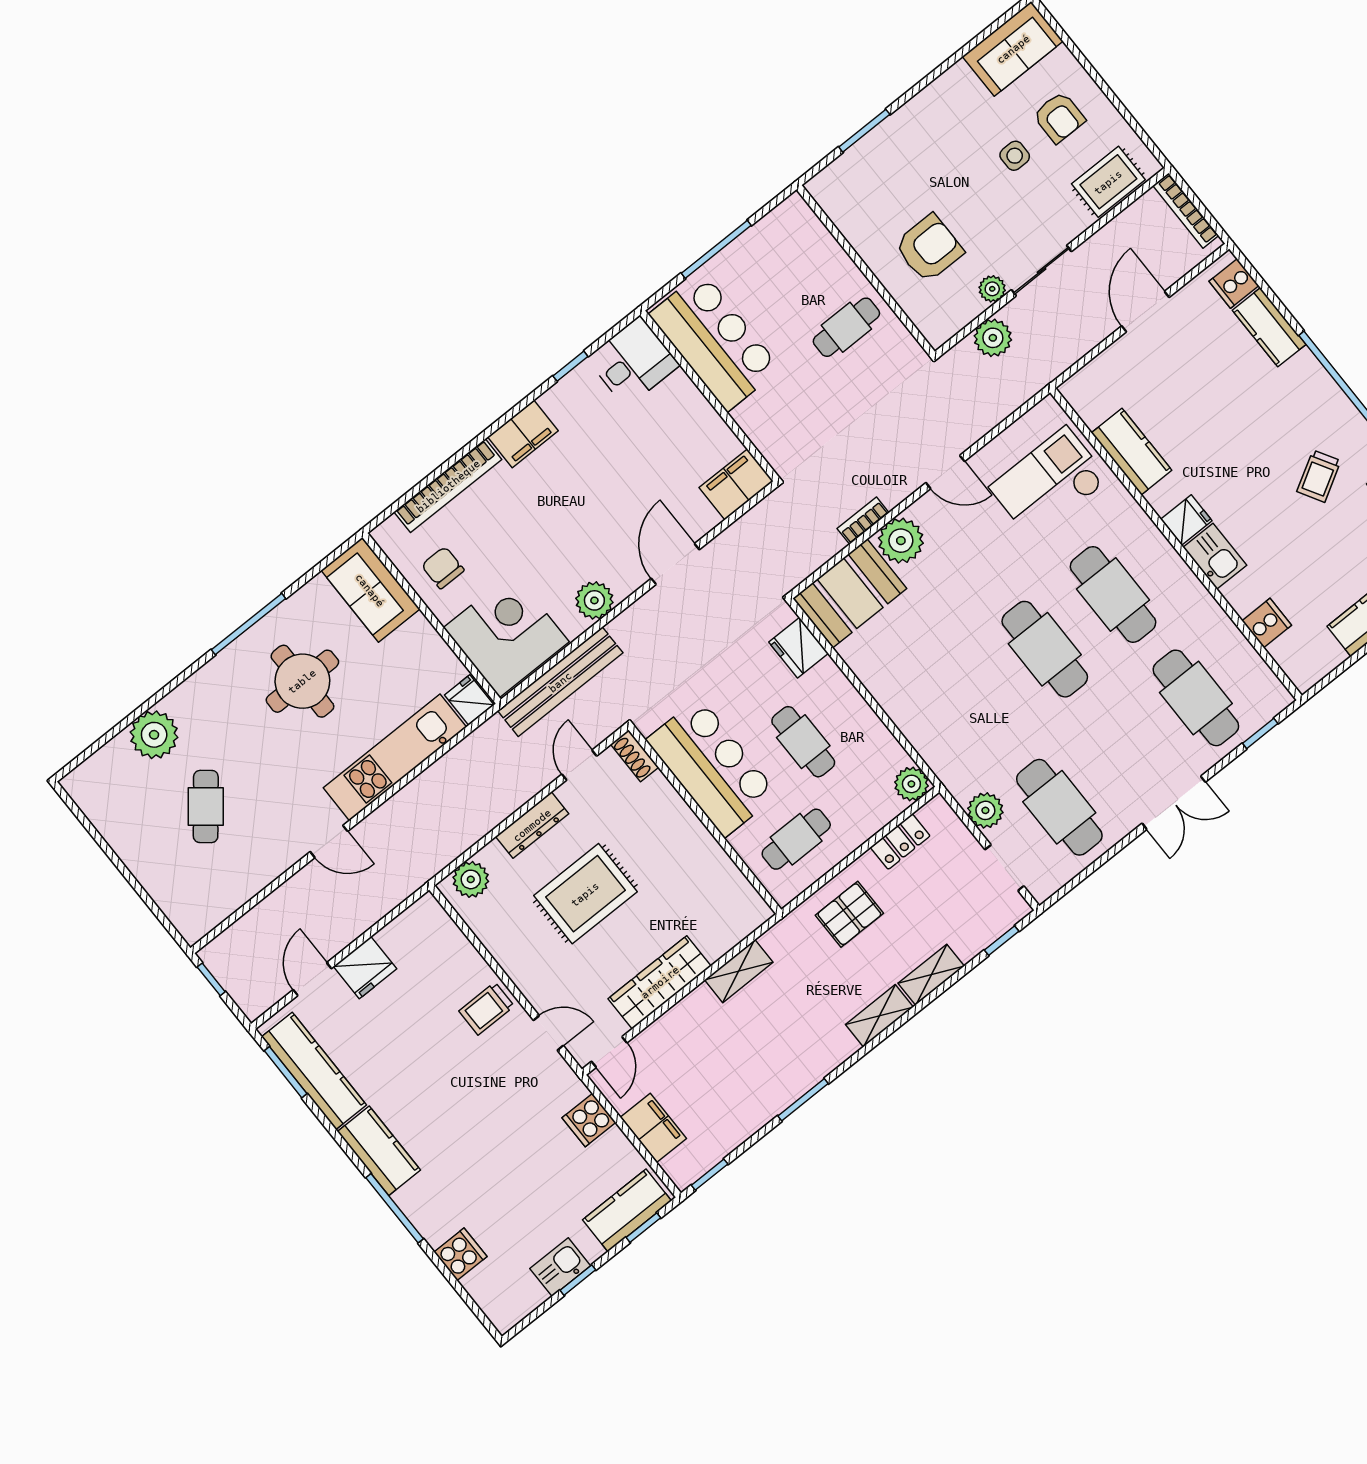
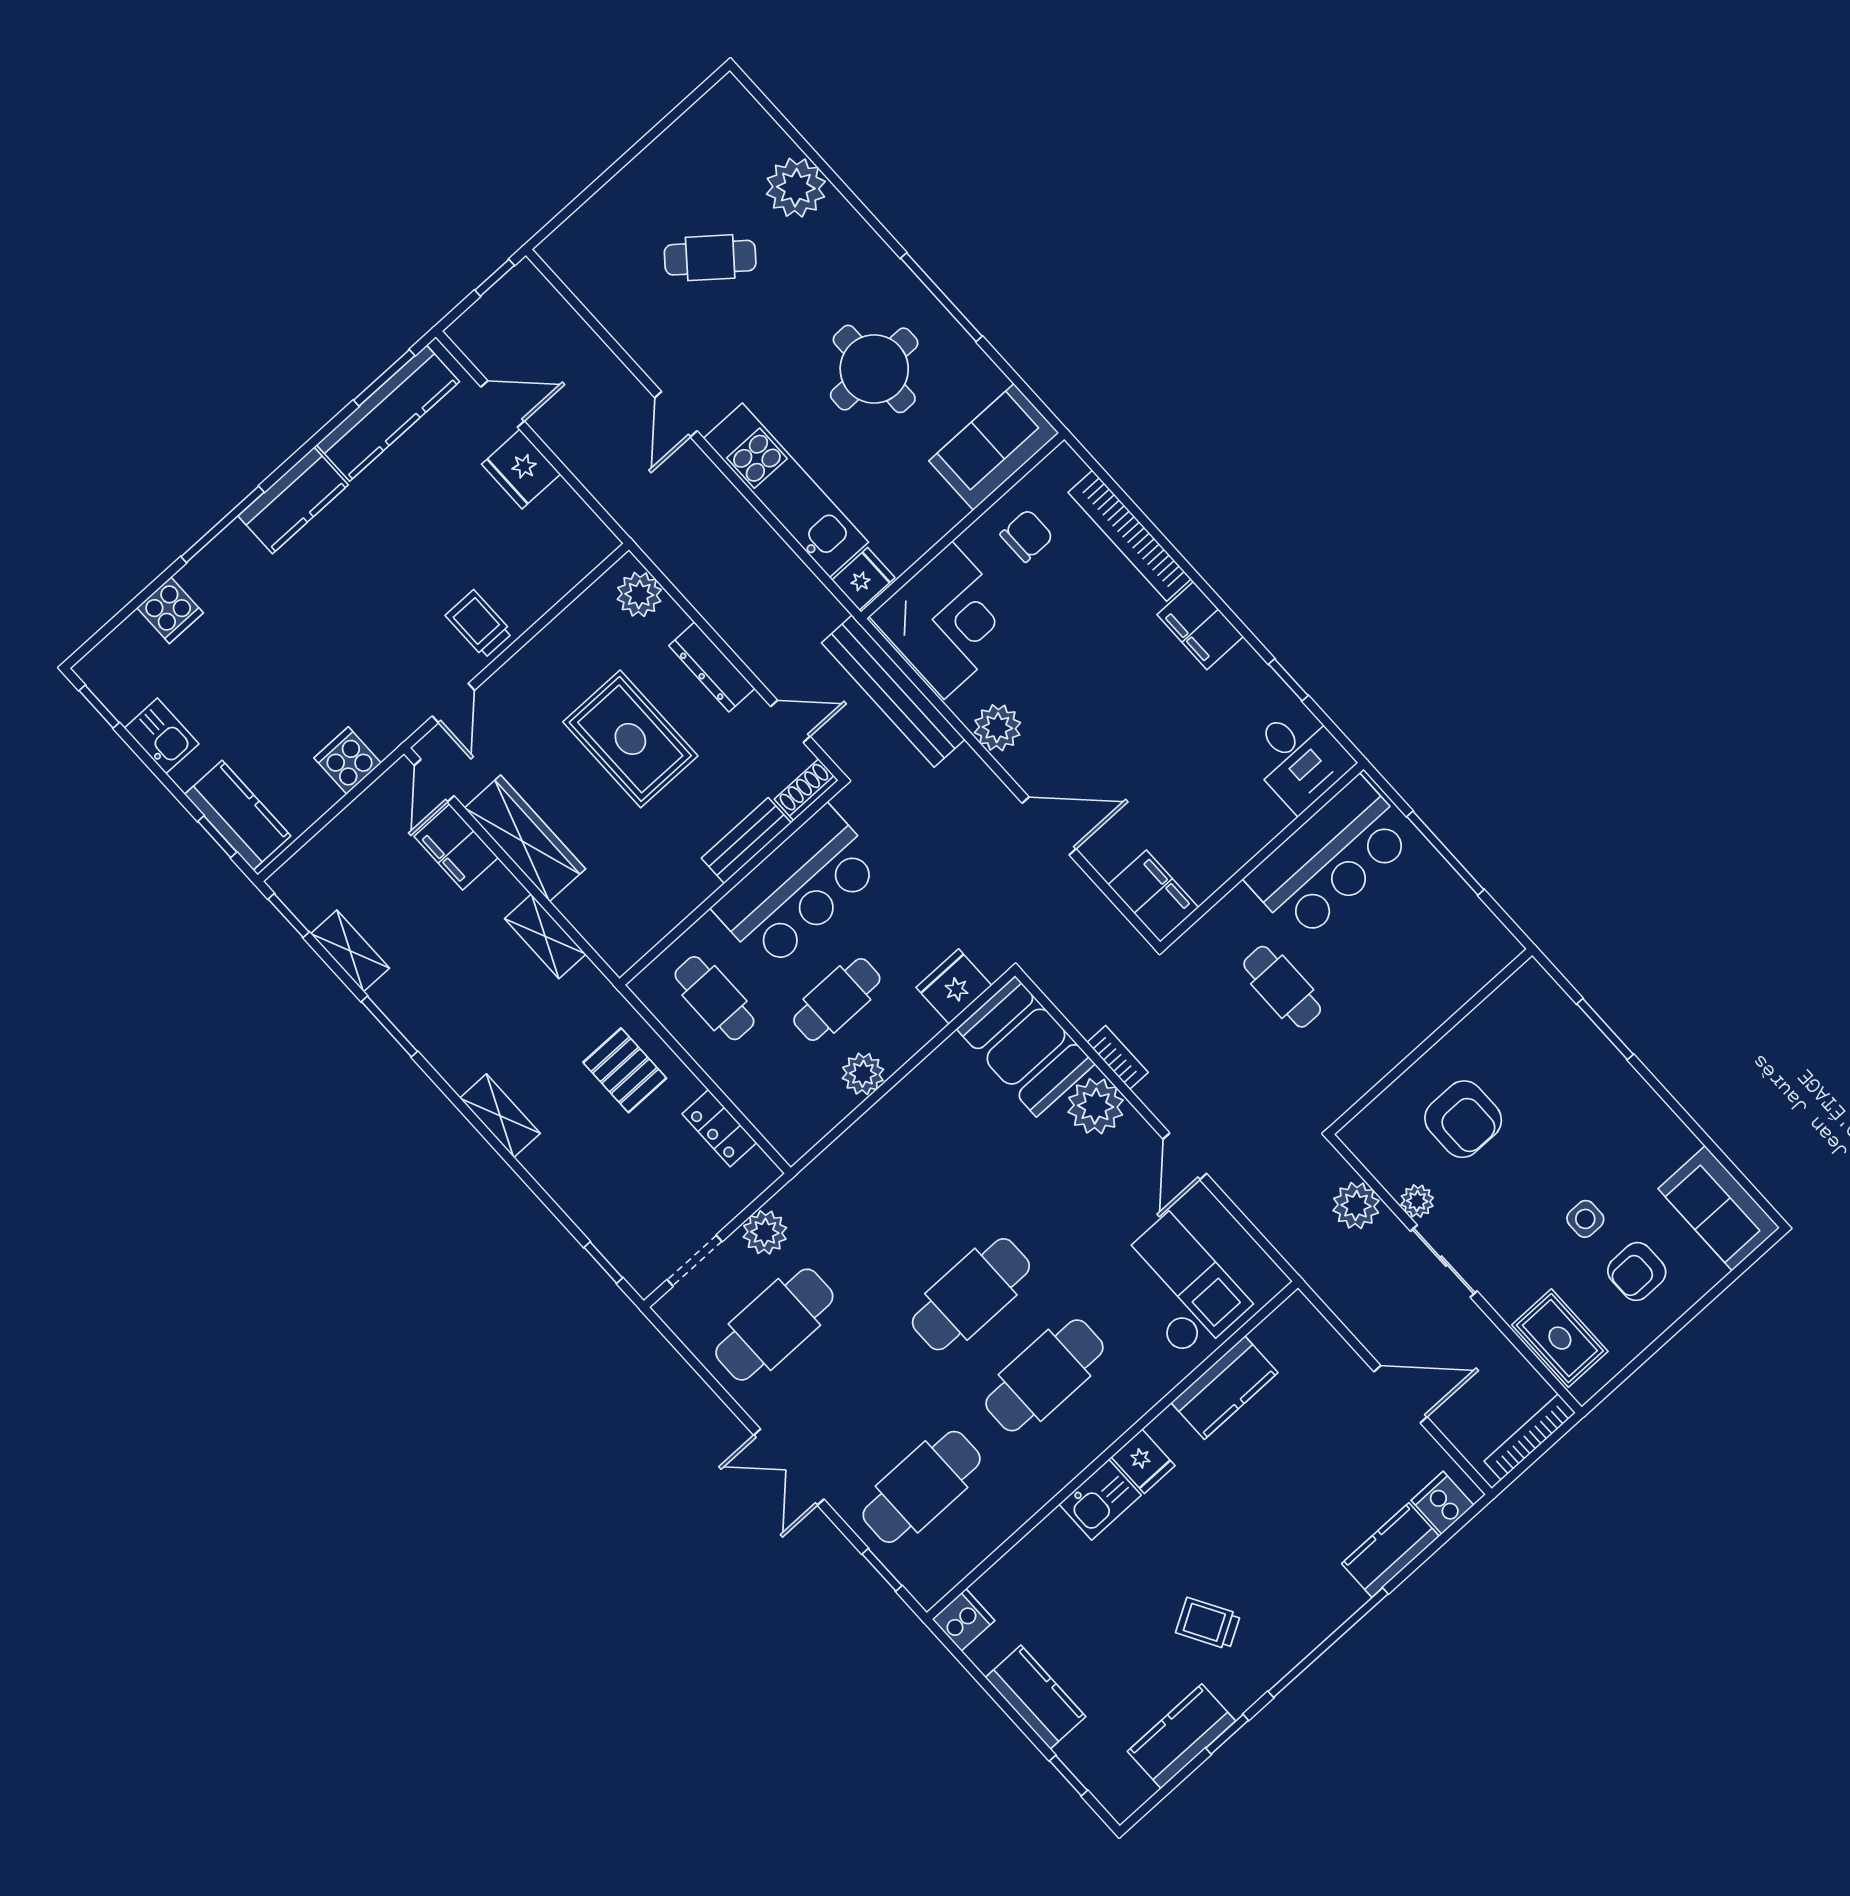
cafe table: (846, 327) -> (1282, 987), moved
cooker: (1267, 623) -> (963, 1620), moved, turned -90
plant: (911, 784) -> (863, 1074), moved
bench: (672, 806) -> (746, 841), added
shelving: (931, 975) -> (350, 951), moved
door: (609, 1052) -> (434, 781), hinge flipped
filing cabinet: (653, 1128) -> (456, 847), moved, turned 90
window: (578, 1280) -> (99, 707), moved

